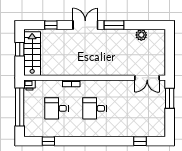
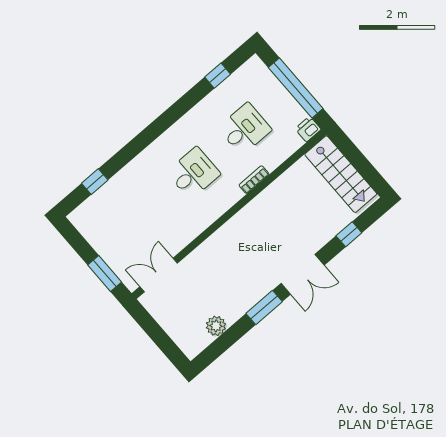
window: (20, 49) -> (363, 166), removed

